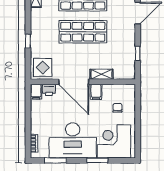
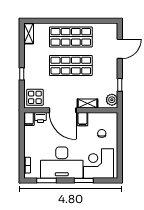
plant: (129, 70) -> (112, 100), added

